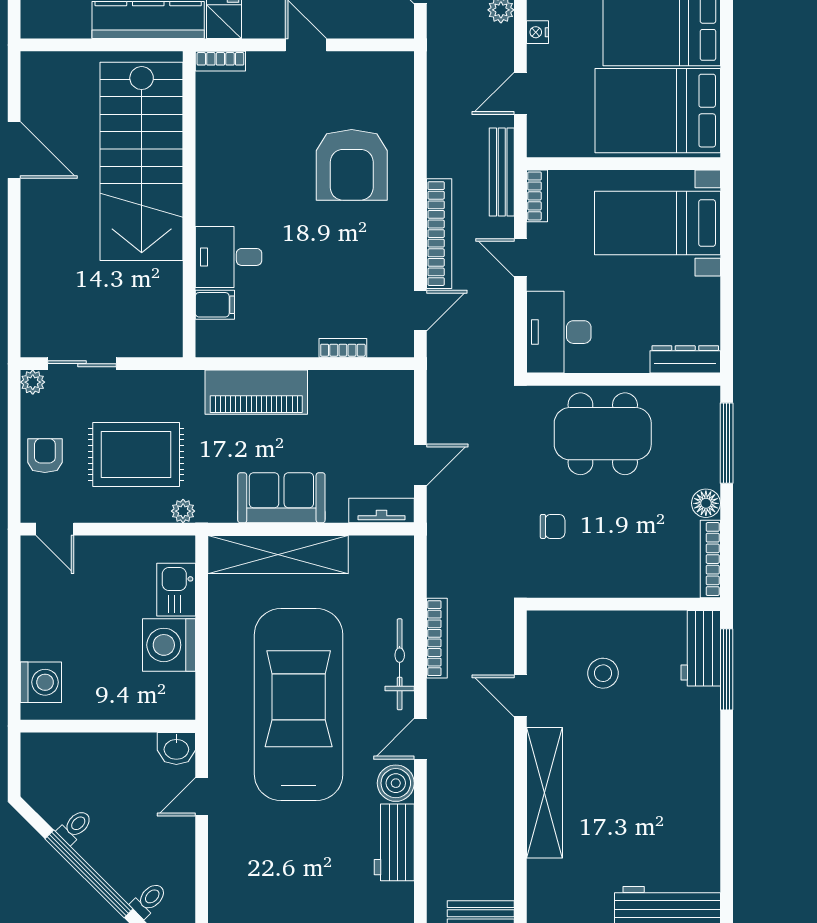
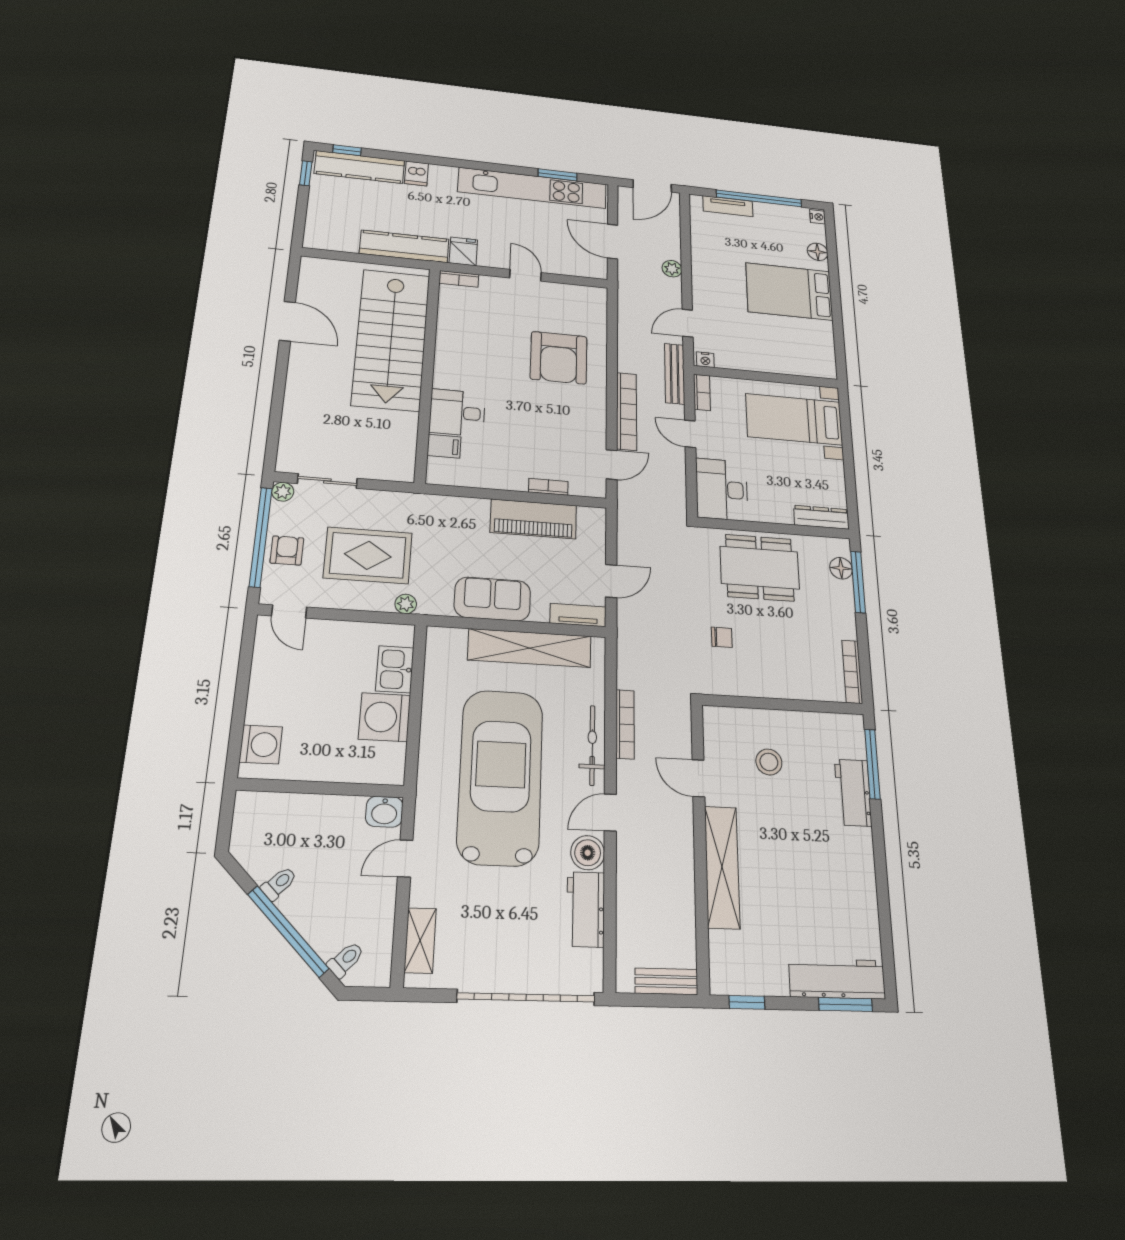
nightstand: (537, 32) -> (705, 360), moved, turned -90
bed: (658, 111) -> (790, 345), removed
piano: (256, 392) -> (533, 519), moved
window: (14, 441) -> (261, 537), added
floor lamp: (706, 503) -> (841, 568), moved
shelving: (278, 555) -> (530, 648), moved
workbench: (701, 648) -> (853, 793), moved
shelving: (222, 879) -> (420, 940), added

